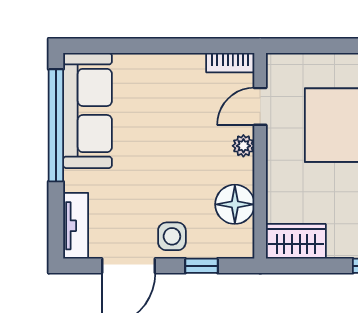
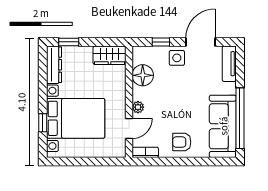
armchair: (163, 82) -> (182, 142), added

